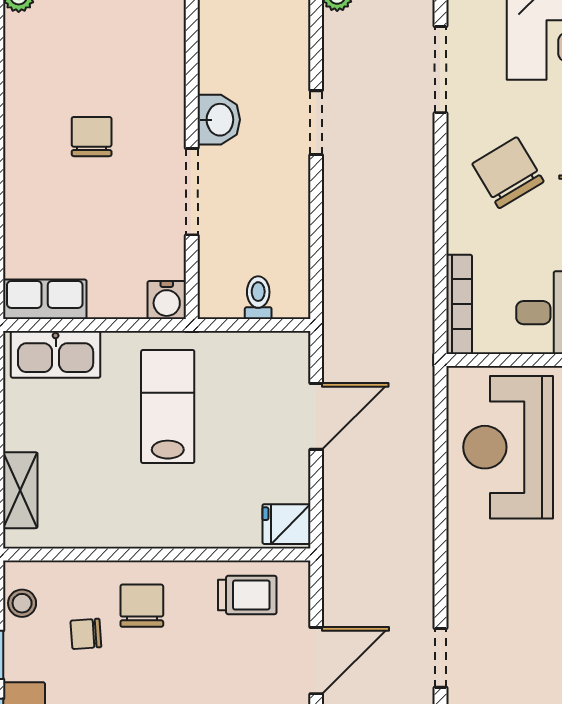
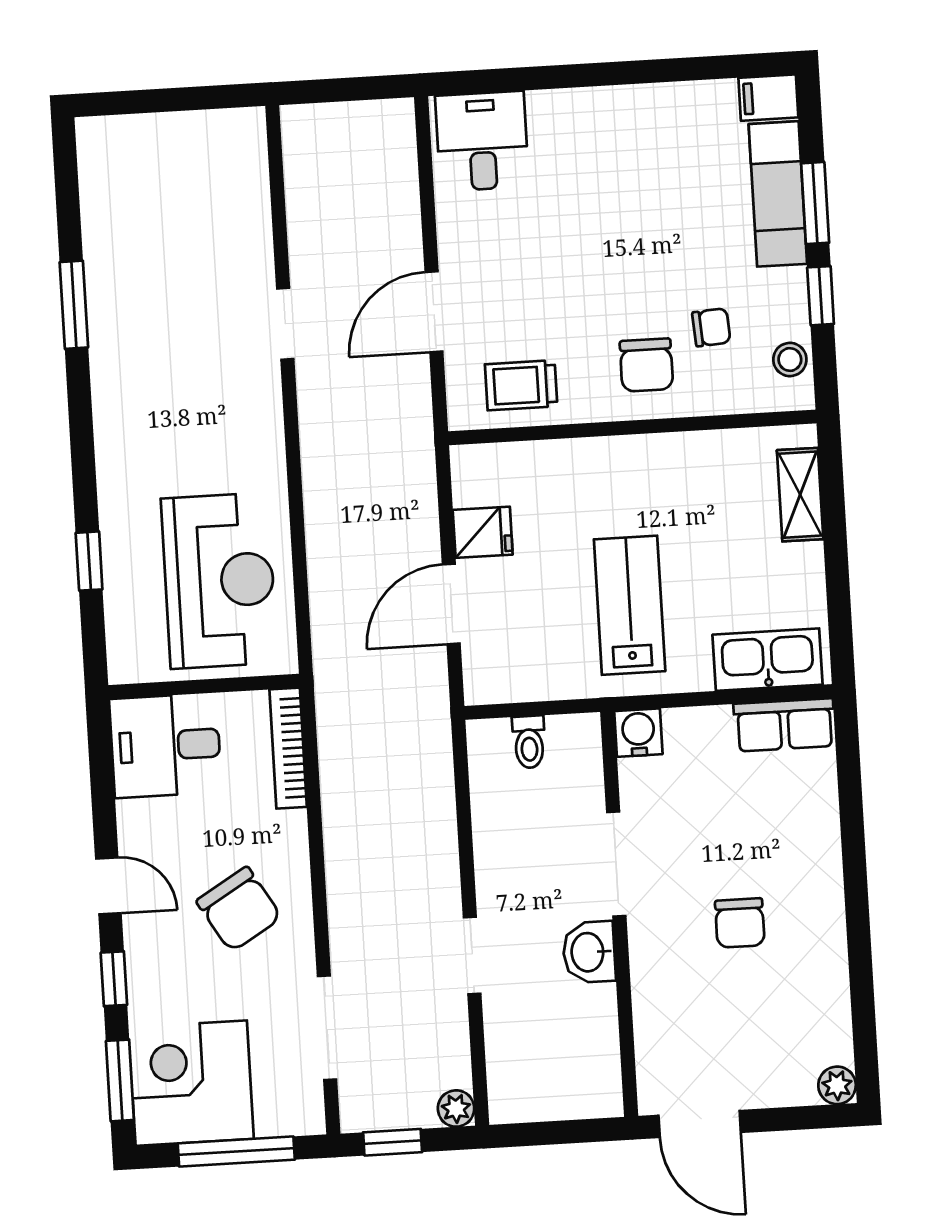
lab bench: (168, 406) -> (630, 605), turned 180
fridge: (286, 524) -> (483, 532), moved

